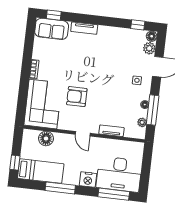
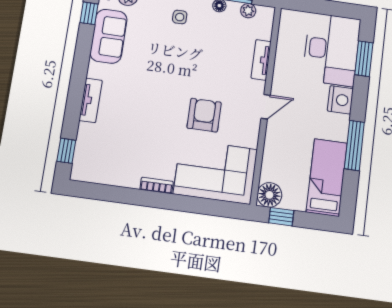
sofa: (52, 29) -> (109, 36), moved
armchair: (77, 97) -> (204, 115), turned 180
floor lamp: (46, 138) -> (269, 195), moved
window: (15, 163) -> (281, 217), moved
window: (114, 194) -> (364, 59), width x0.69

